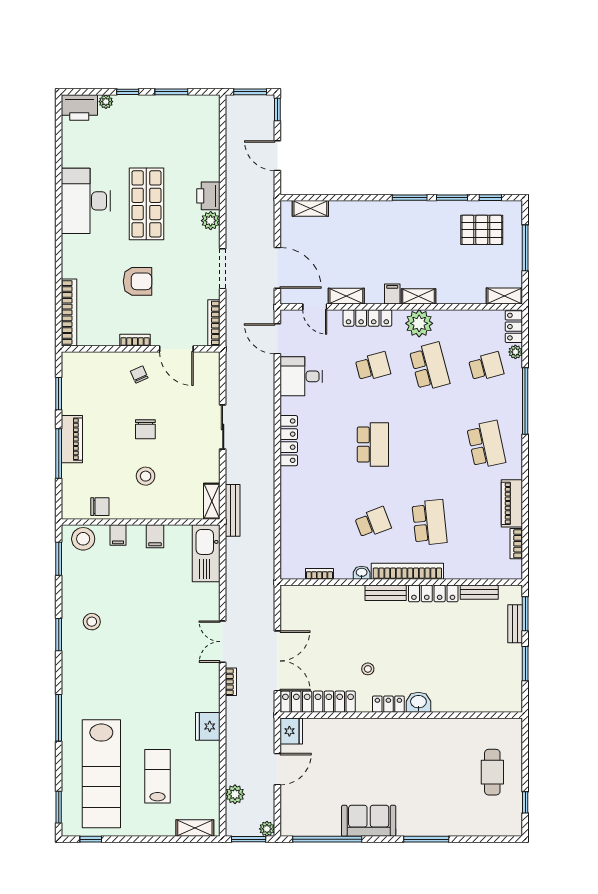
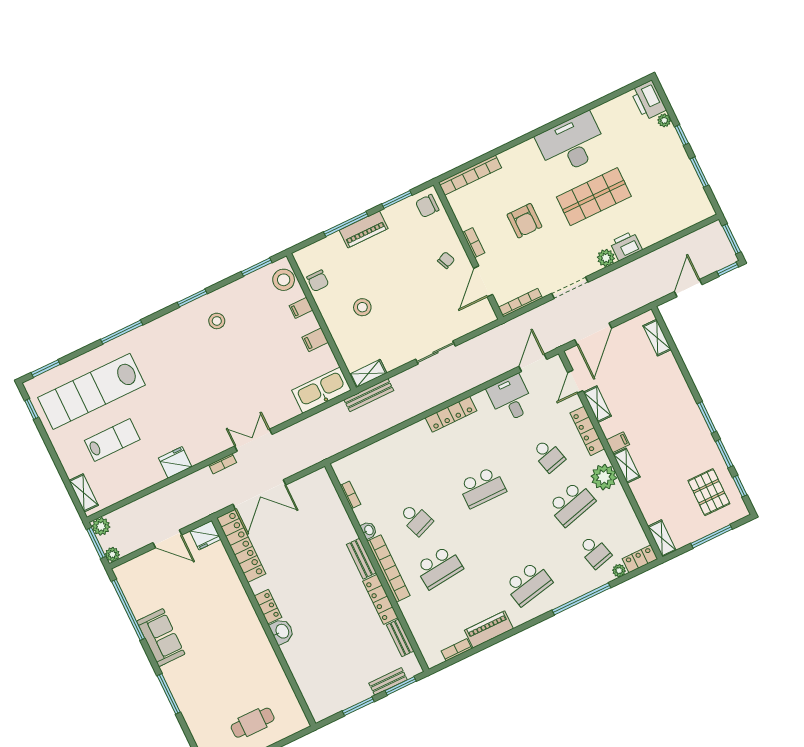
chair: (145, 429) -> (427, 206), moved
stool: (368, 669) -> (289, 575), removed
plant: (235, 794) -> (101, 526), moved

